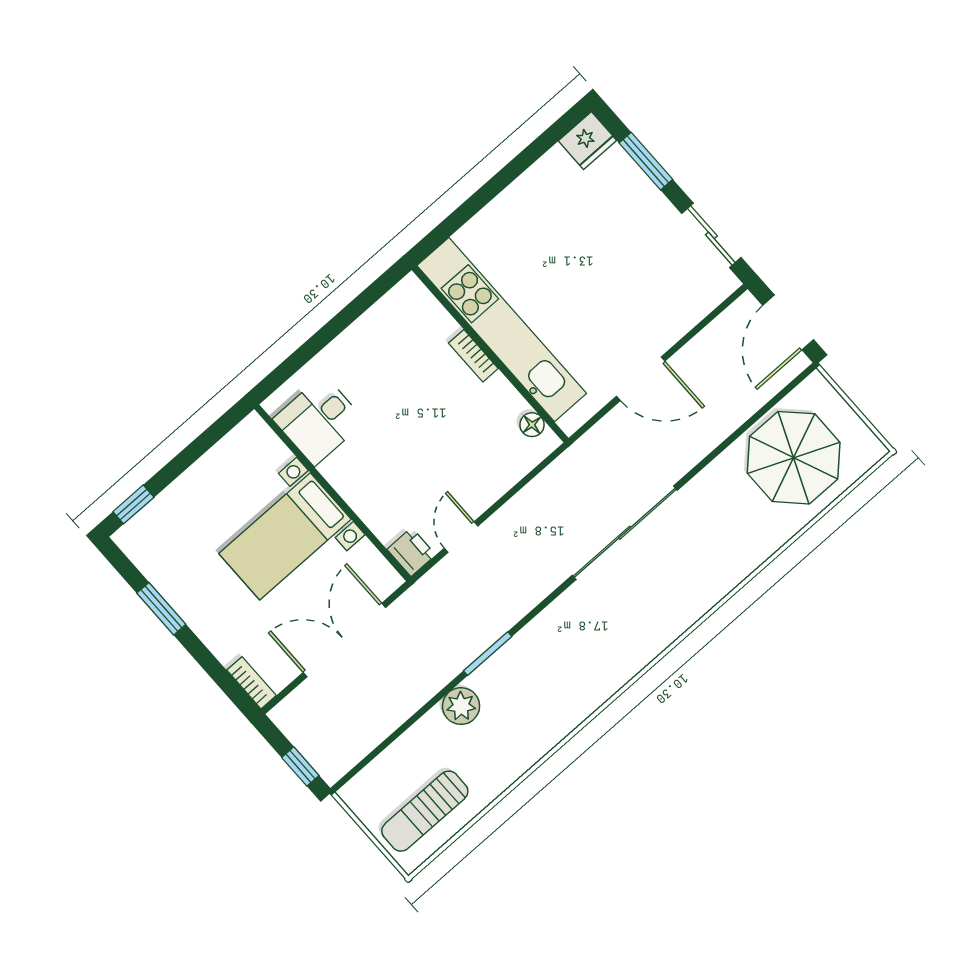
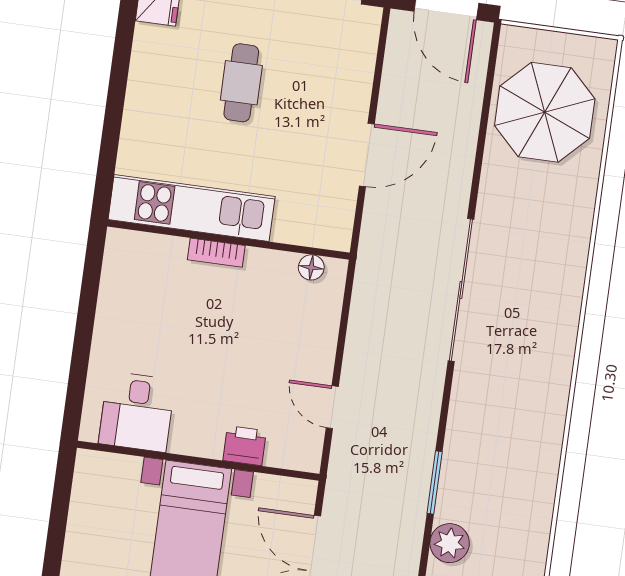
cafe table: (596, 250) -> (241, 83), added
kitchen unit: (502, 330) -> (192, 208), width x0.73
printer: (411, 552) -> (245, 446), moved

